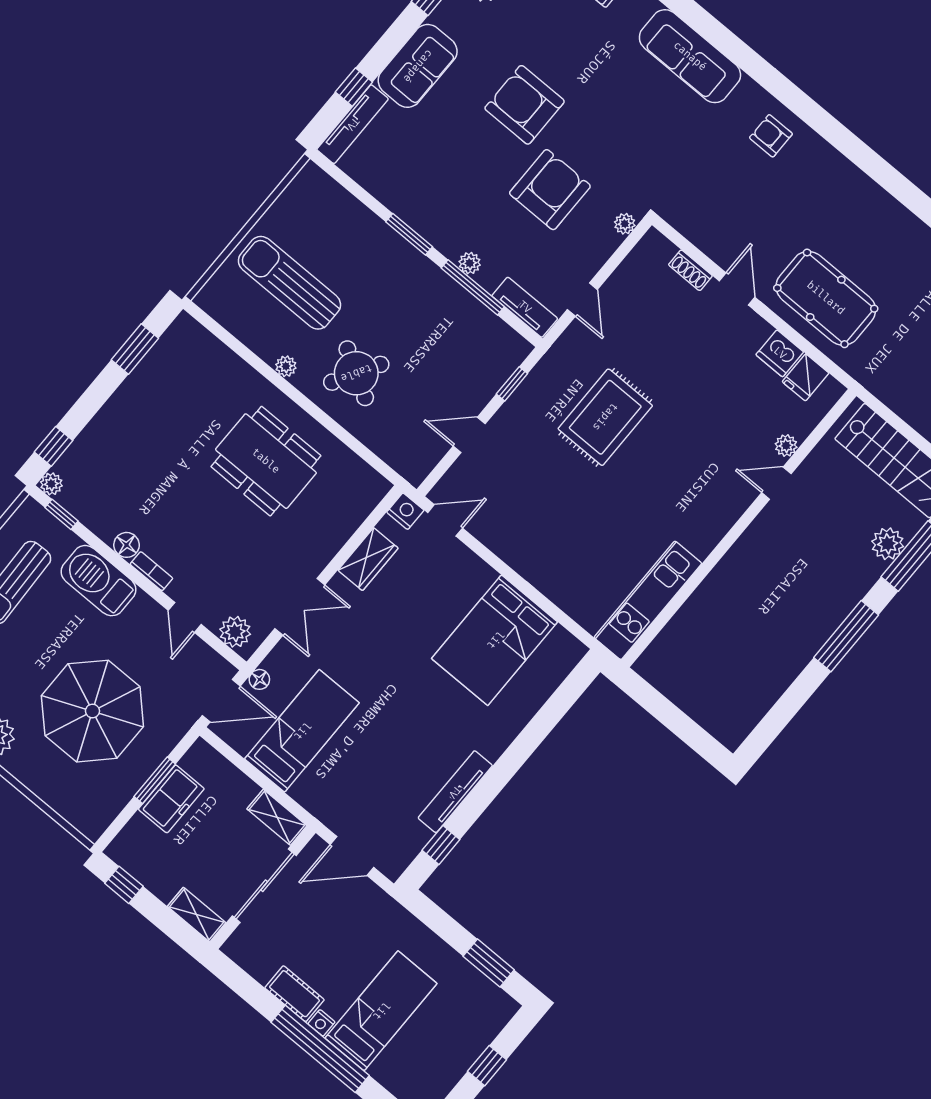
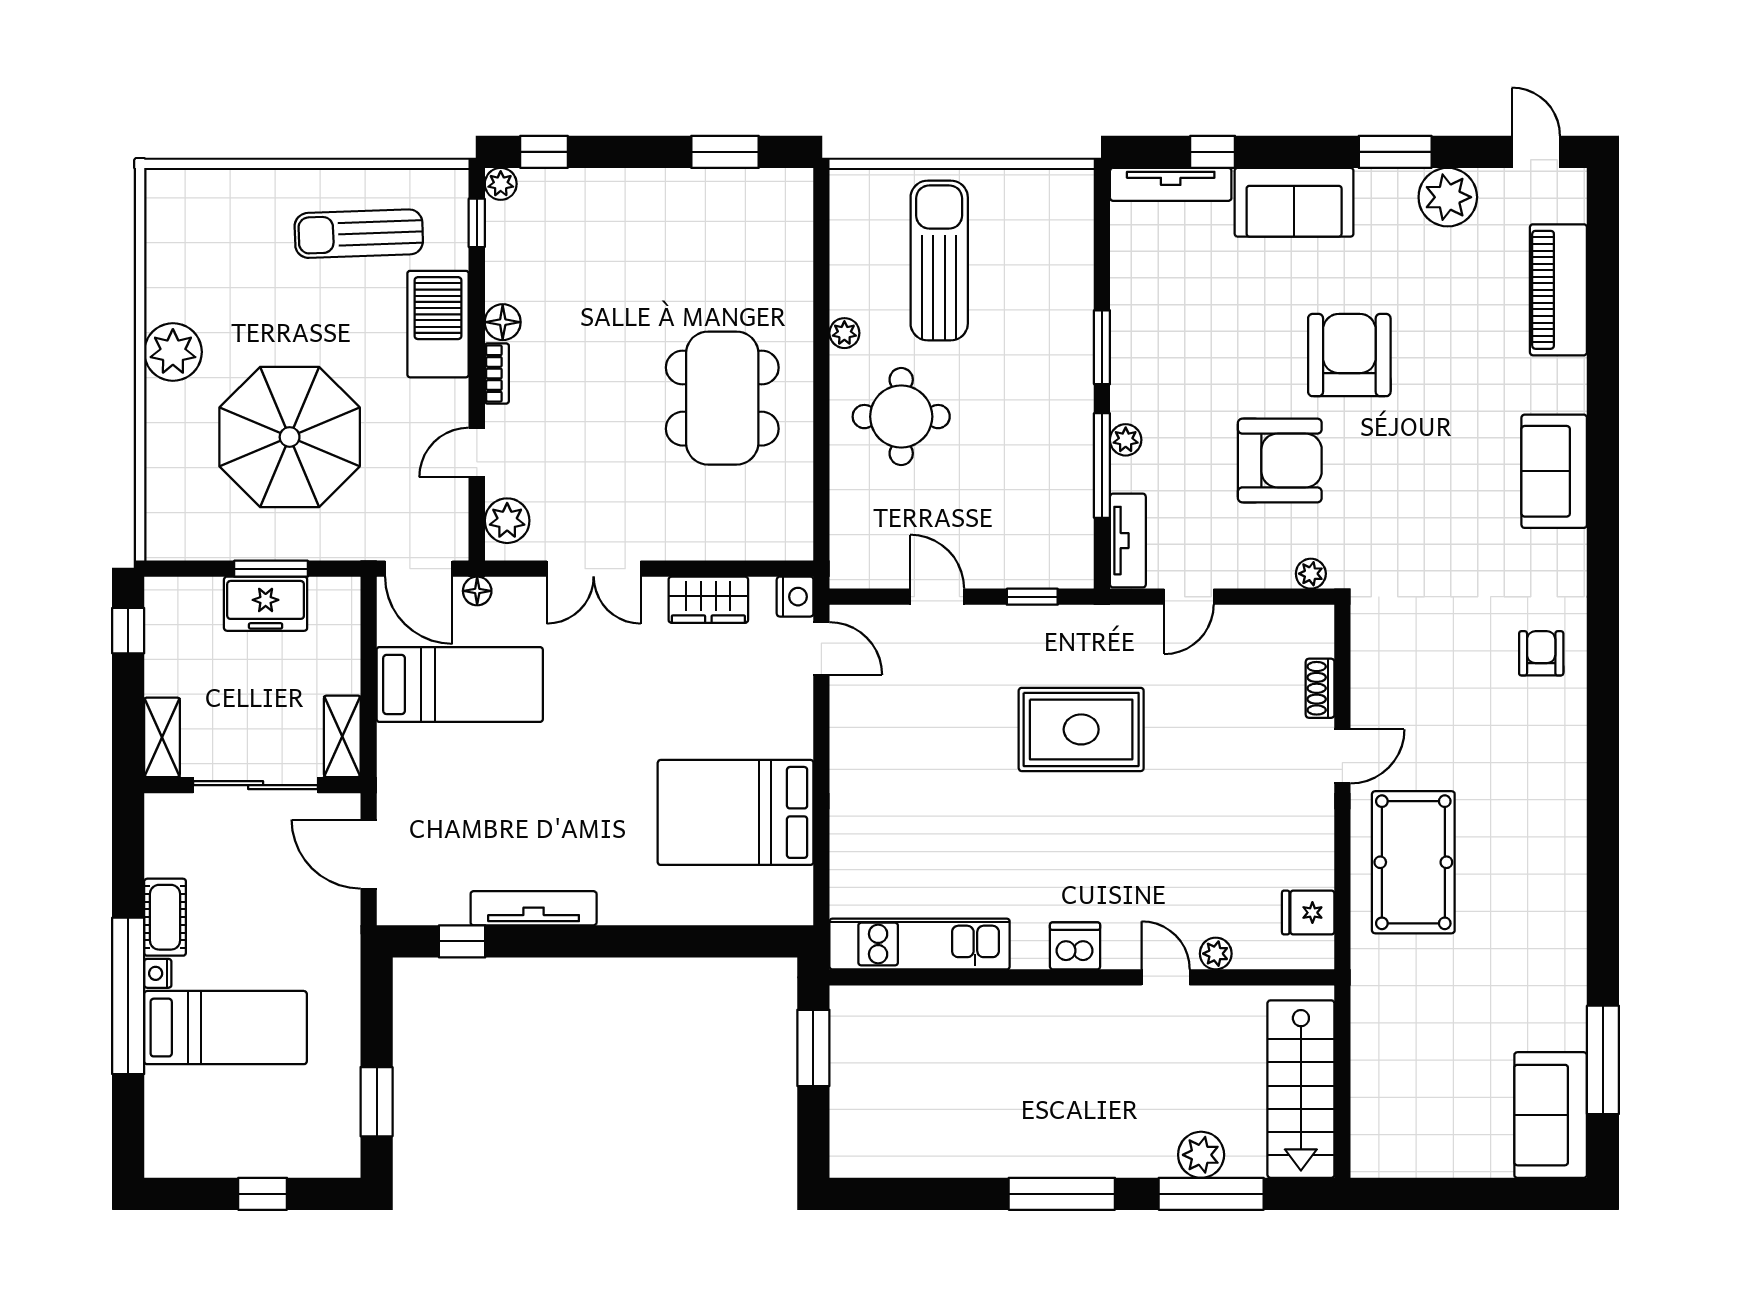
sofa: (690, 56) -> (1554, 471), width x0.73
dishwasher: (780, 353) -> (1075, 946), moved, turned 90
round table: (356, 373) -> (901, 417), turned -30
window: (656, 704) -> (813, 1048), added

